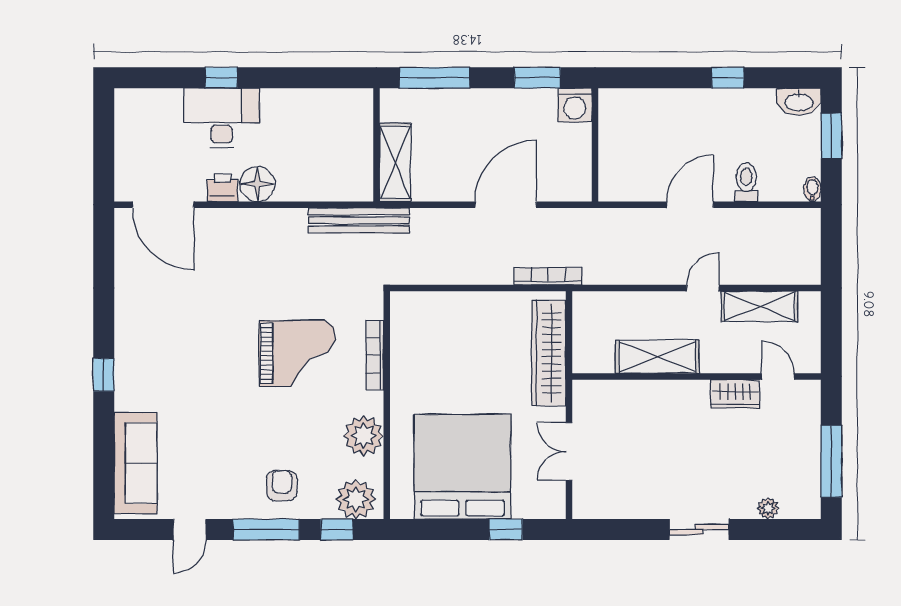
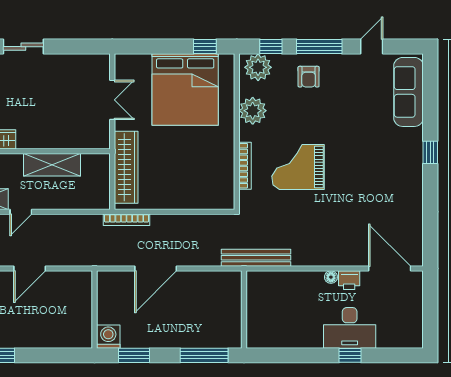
shelving: (395, 162) -> (231, 297), removed
floor lamp: (257, 184) -> (331, 277), width x0.53, depth x0.53
window: (506, 529) -> (205, 47), moved

